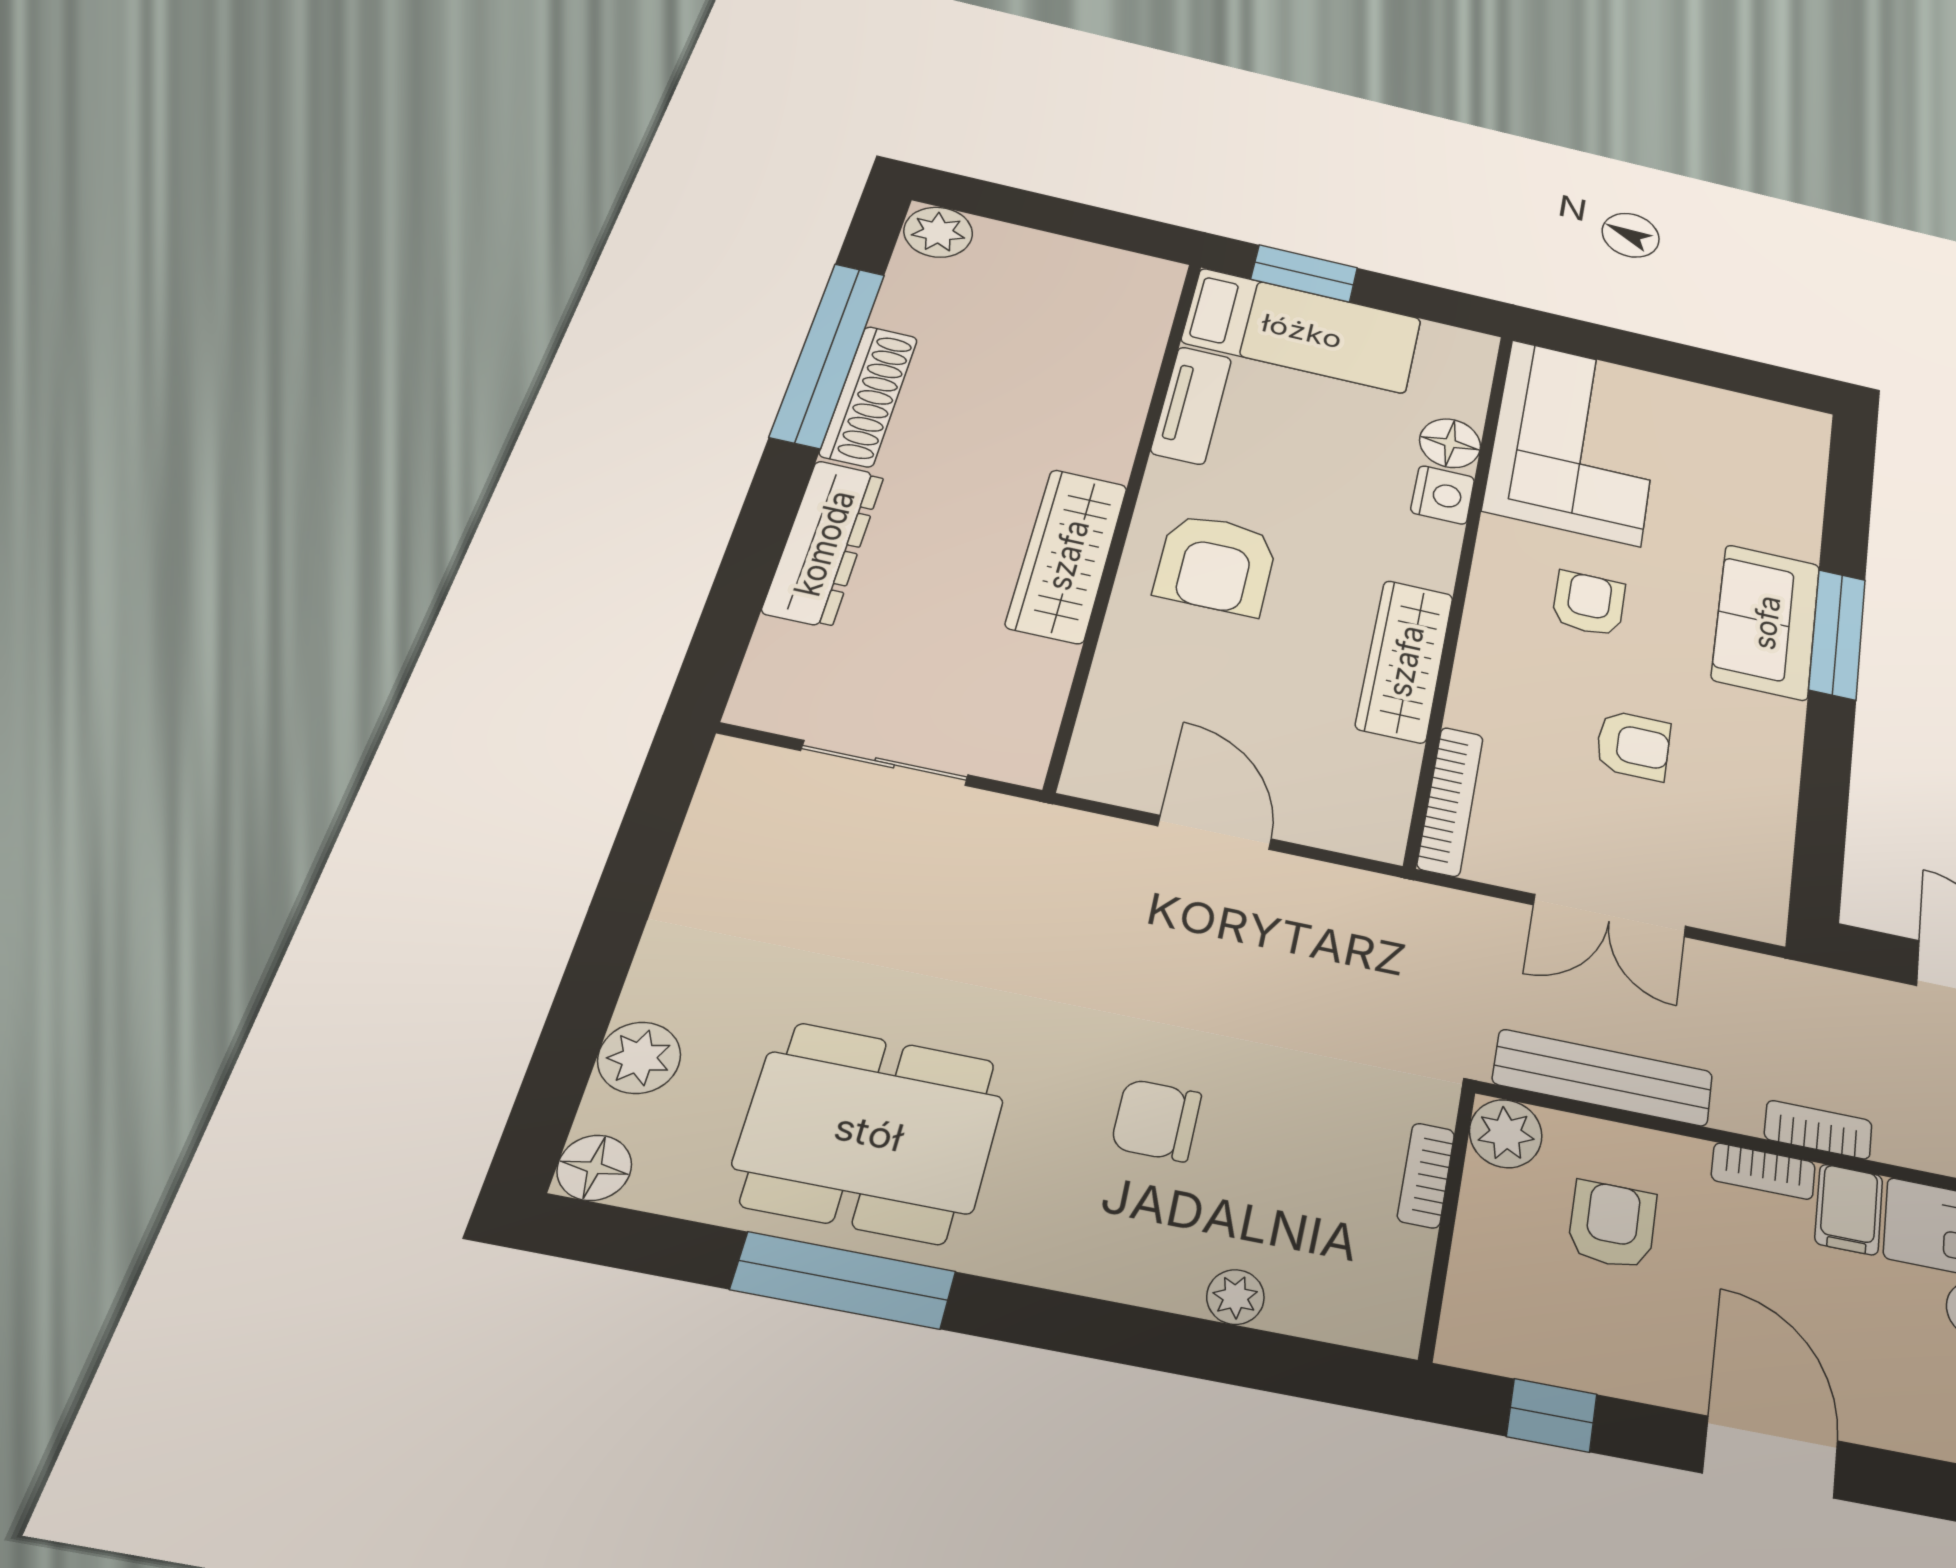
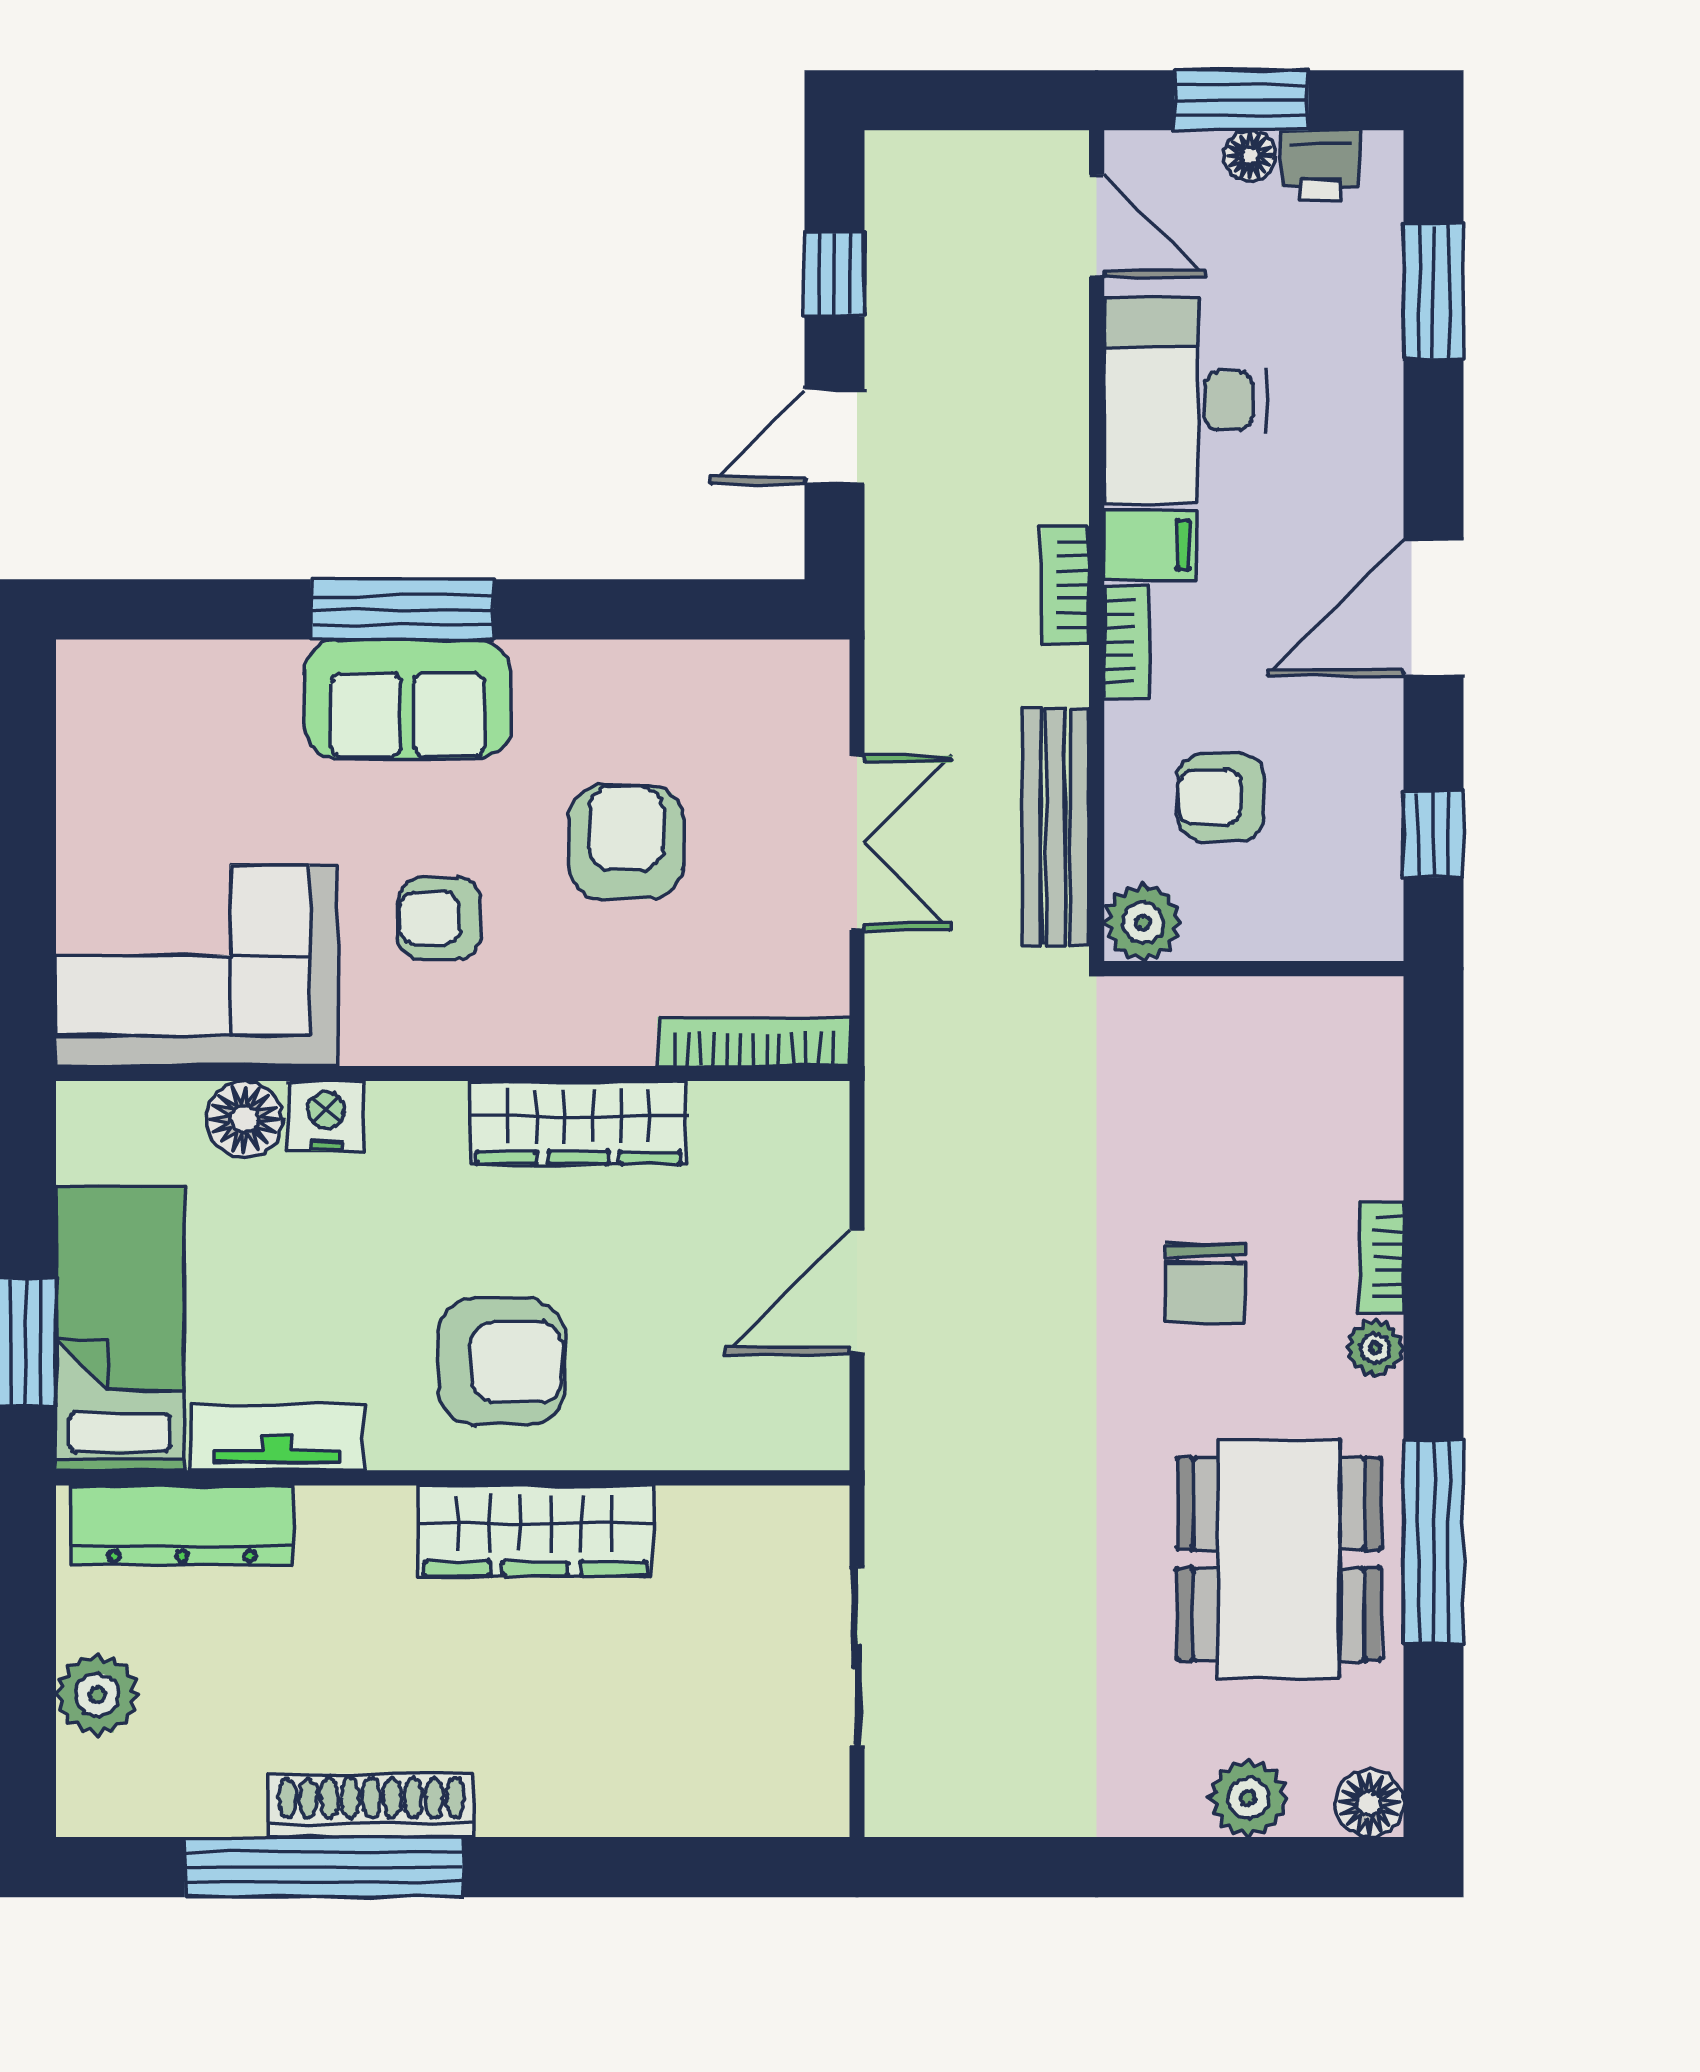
plant: (938, 232) -> (97, 1695), moved
dresser: (824, 543) -> (182, 1525), moved, turned 180
armchair: (1633, 745) -> (626, 842), width x1.38, depth x1.38
bookcase: (1426, 1175) -> (1381, 1257), moved, turned 90
plant: (1235, 1297) -> (1375, 1348), moved

